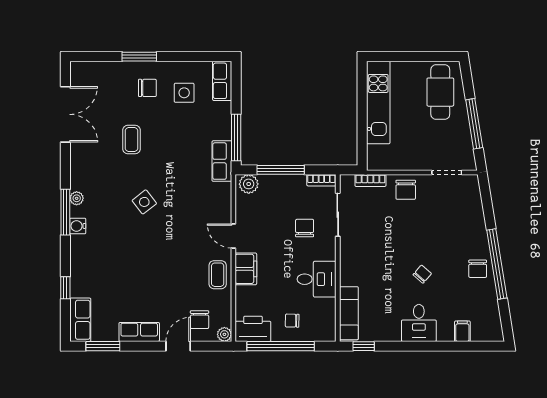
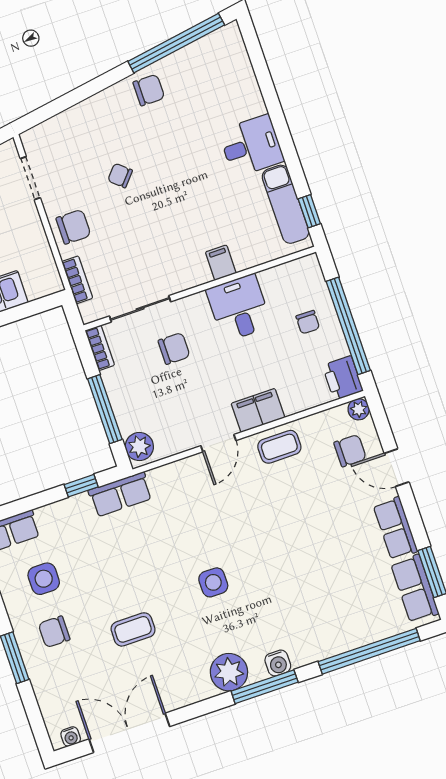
water cooler: (76, 75) -> (71, 737), added
chair: (147, 88) -> (54, 632), turned -90
window: (236, 138) -> (81, 486), width x0.46
plant: (77, 198) -> (229, 672), width x1.87, depth x1.87
side table: (144, 202) -> (213, 582), turned 38
chair: (305, 228) -> (174, 348), turned 180
window: (497, 264) -> (176, 43), moved
chair: (422, 274) -> (120, 175), moved
window: (65, 288) -> (369, 651), width x3.17
exam couch: (349, 313) -> (286, 204), moved, turned -90
row of seats: (80, 320) -> (415, 589), moved, turned -90
printer: (253, 329) -> (343, 378), width x0.73, depth x0.84
filing cabinet: (462, 331) -> (221, 263), moved, turned 90

